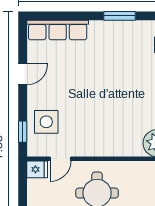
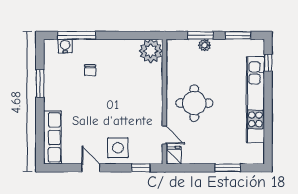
chair: (135, 73) -> (90, 70), added
side table: (46, 122) -> (118, 148), moved

